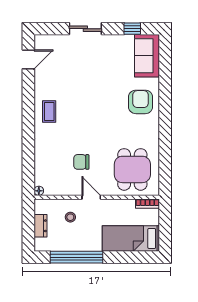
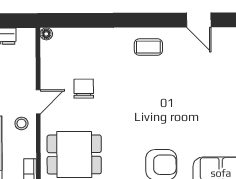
door: (28, 59) -> (199, 20), moved
stool: (70, 217) -> (21, 123), moved

